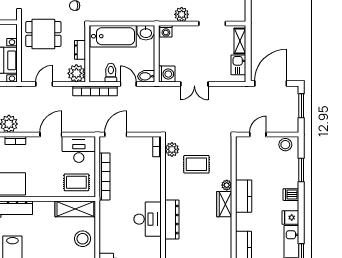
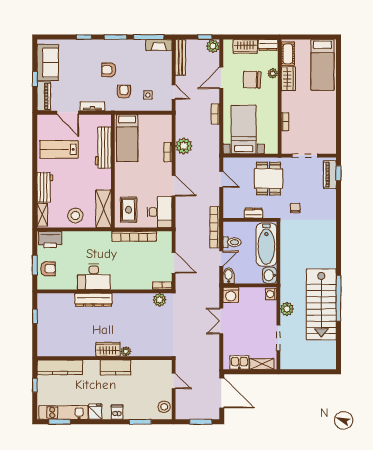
plant: (76, 73) -> (231, 210), removed
door: (116, 135) -> (174, 263), moved
rug: (196, 164) -> (146, 323), removed

